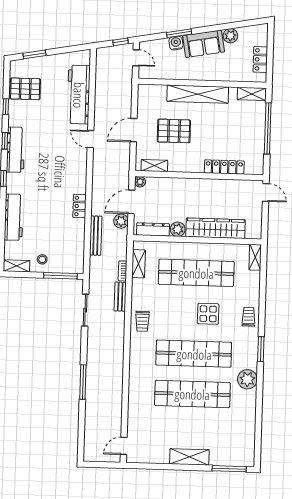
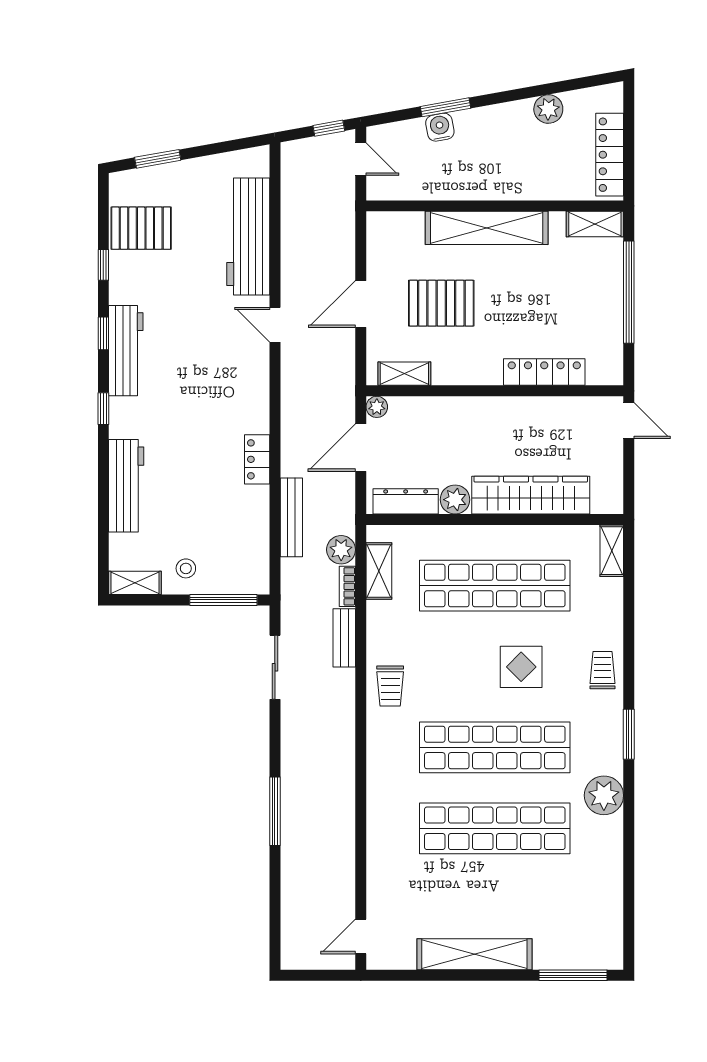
sofa: (204, 44) -> (495, 127), removed
locker: (260, 59) -> (610, 155), width x1.53
plant: (121, 221) -> (341, 550), moved
shelving: (189, 457) -> (474, 954), width x1.47

